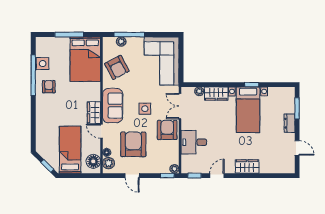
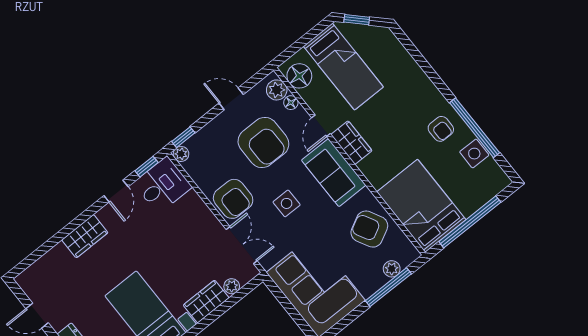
window: (69, 35) -> (470, 222), width x1.46
door: (101, 131) -> (321, 126), swing flipped
desk: (194, 142) -> (163, 185), moved

